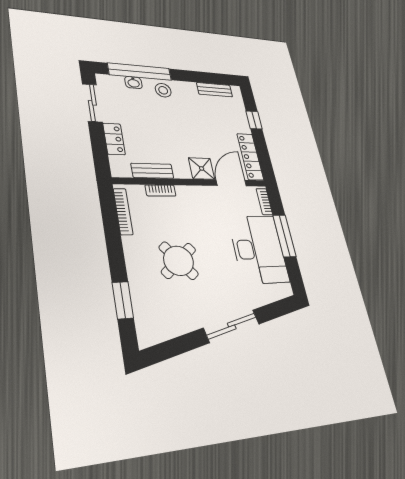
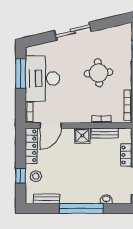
window: (140, 72) -> (81, 208), moved
stool: (163, 90) -> (36, 176), moved
shower: (202, 168) -> (82, 136), moved
window: (284, 236) -> (21, 74), moved
round table: (179, 261) -> (99, 73), turned 36

